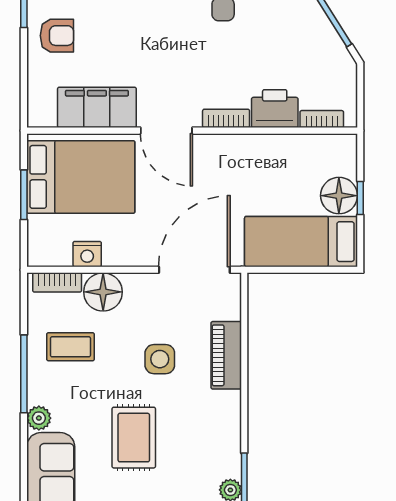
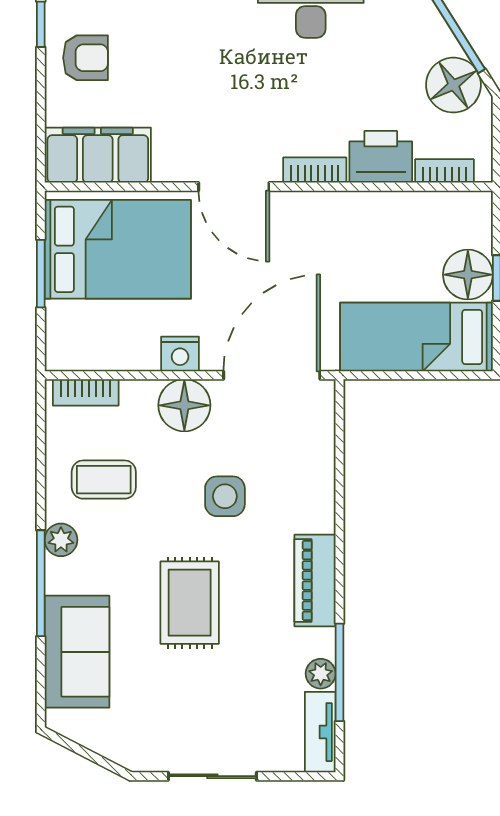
floor lamp: (328, 56) -> (453, 85), added
filing cabinet: (97, 107) -> (98, 155), moved
nightstand: (87, 254) -> (180, 354), moved
floor lamp: (103, 292) -> (184, 405), moved
piano: (226, 355) -> (315, 580), moved
window: (24, 374) -> (41, 583), moved
plant: (39, 418) -> (61, 540), moved

